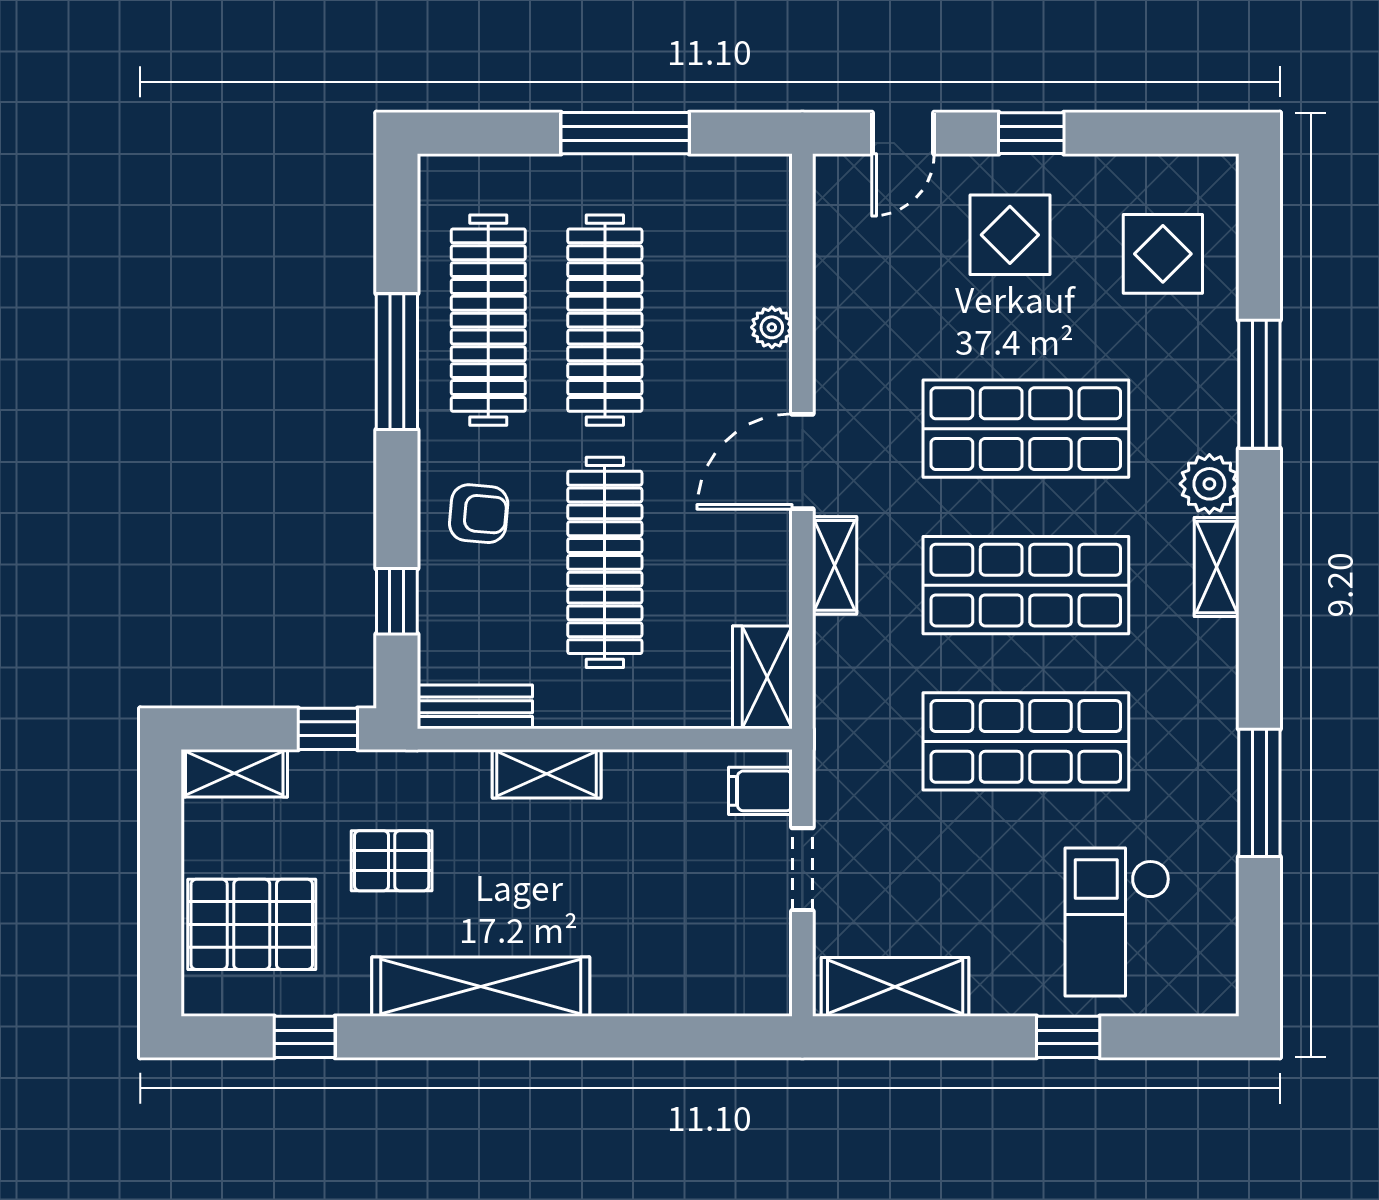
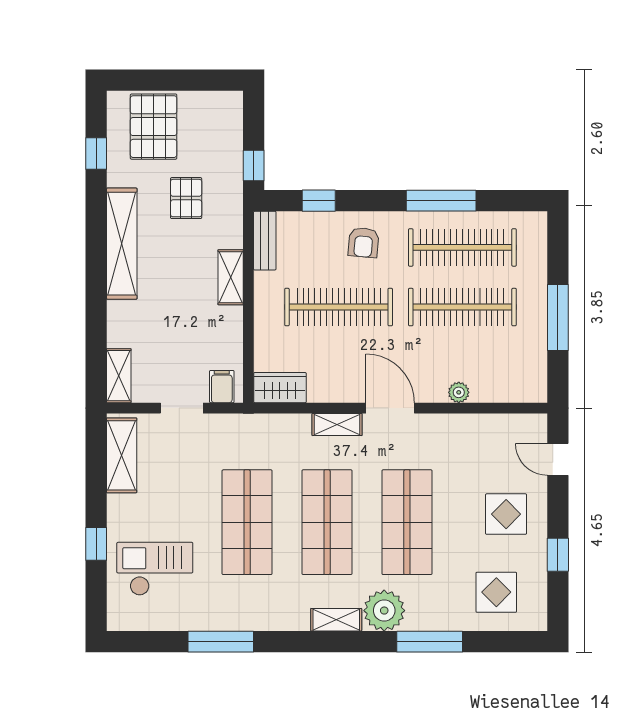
window: (1031, 133) -> (558, 555), moved
plant: (1209, 484) -> (384, 611), width x1.36, depth x1.36
shelving: (234, 773) -> (119, 376), moved

